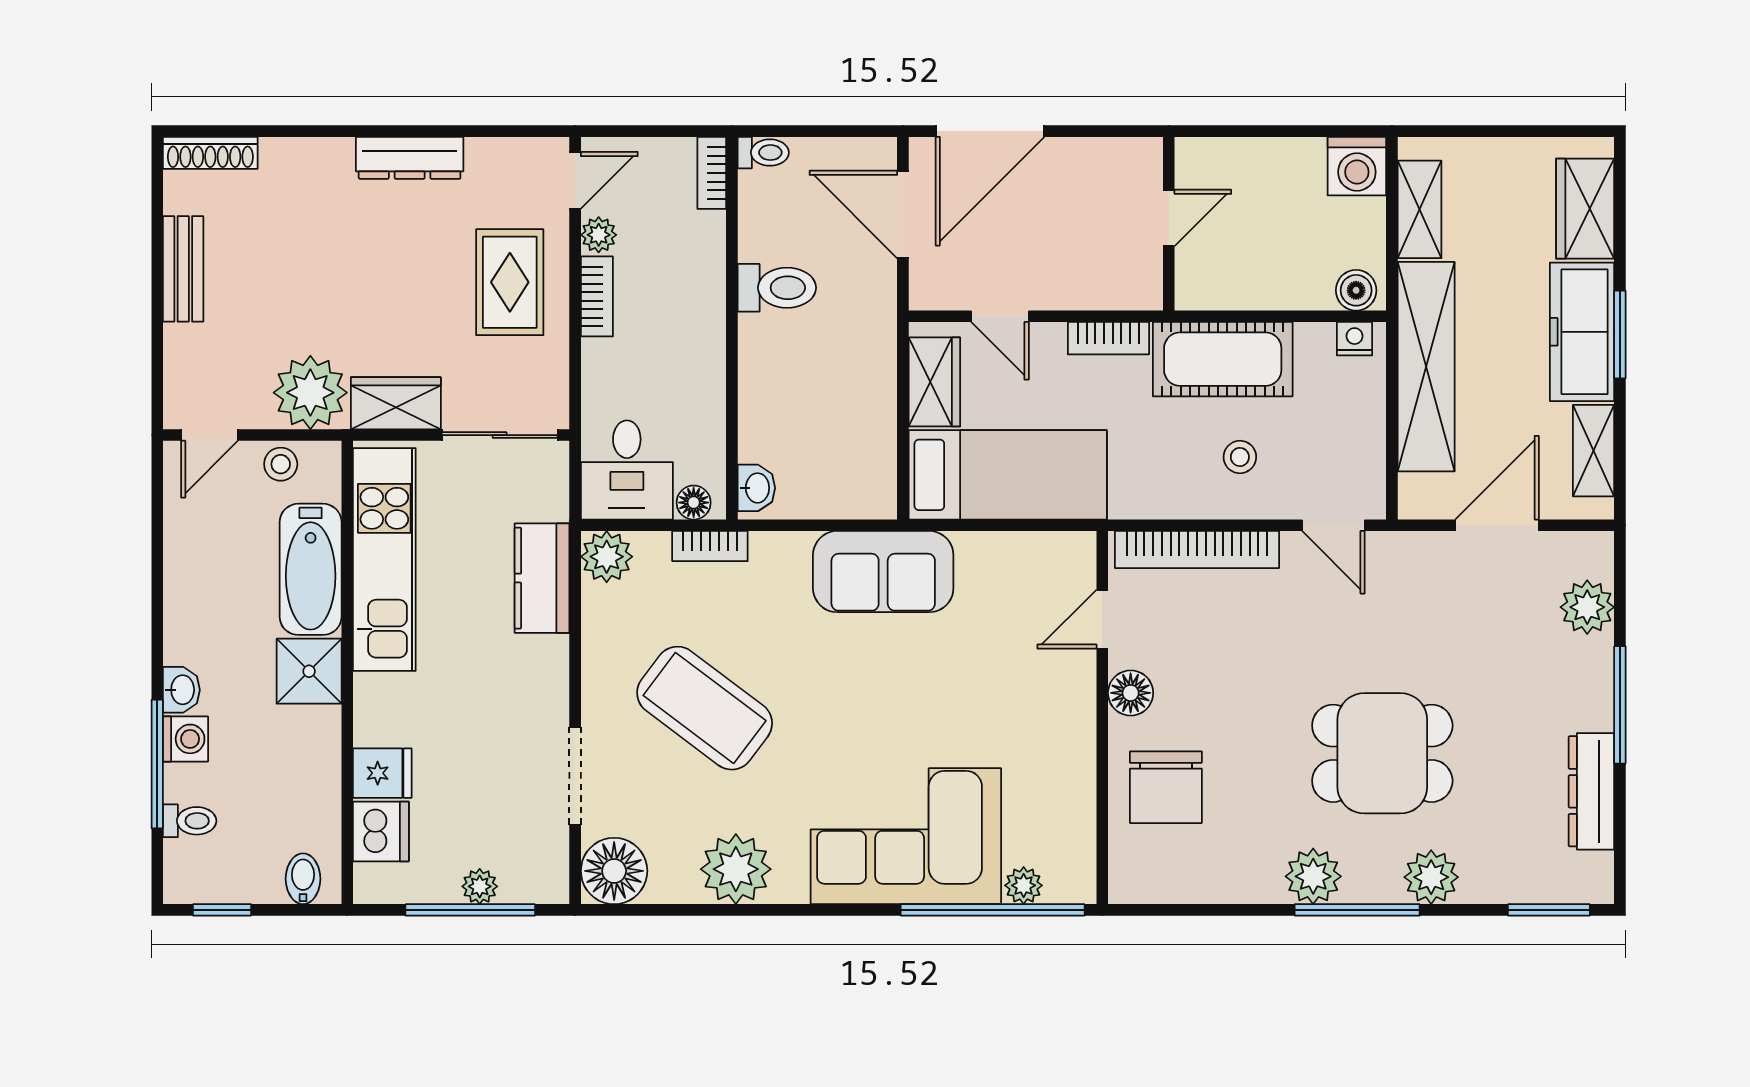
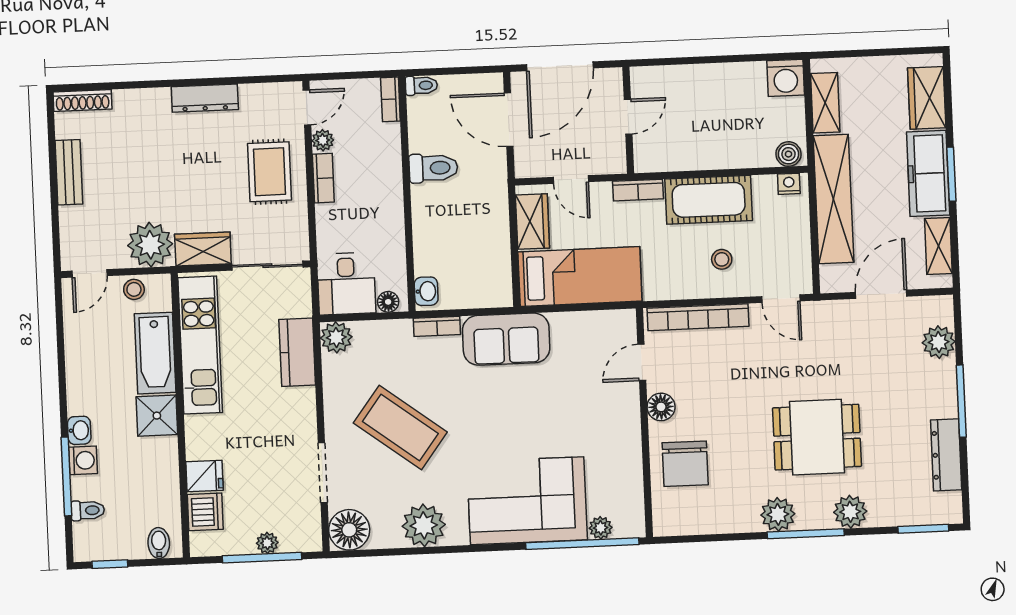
door: (1169, 218) -> (628, 117), moved
wall: (1169, 224) -> (628, 120), moved
bookcase: (710, 546) -> (437, 326), moved

